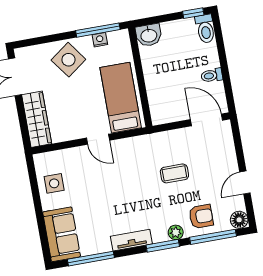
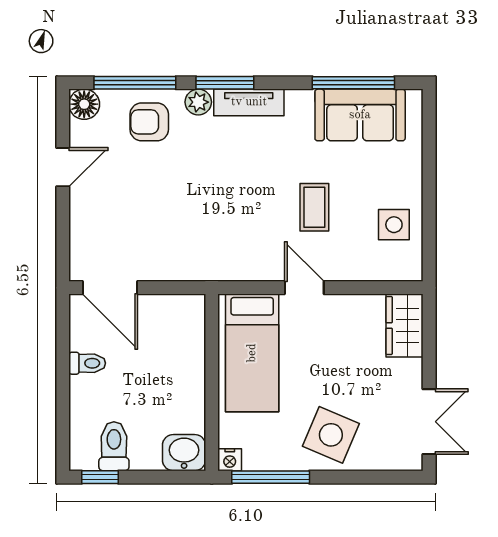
toilet: (205, 29) -> (114, 446), moved
nightstand: (100, 40) -> (230, 460), moved
side table: (68, 60) -> (331, 435), turned -31
wardrobe: (37, 119) -> (405, 325), width x0.67
coffee table: (174, 173) -> (314, 207), moved, turned 90
sofa: (62, 234) -> (360, 115), moved, turned -90
tv unit: (131, 240) -> (249, 102), moved

